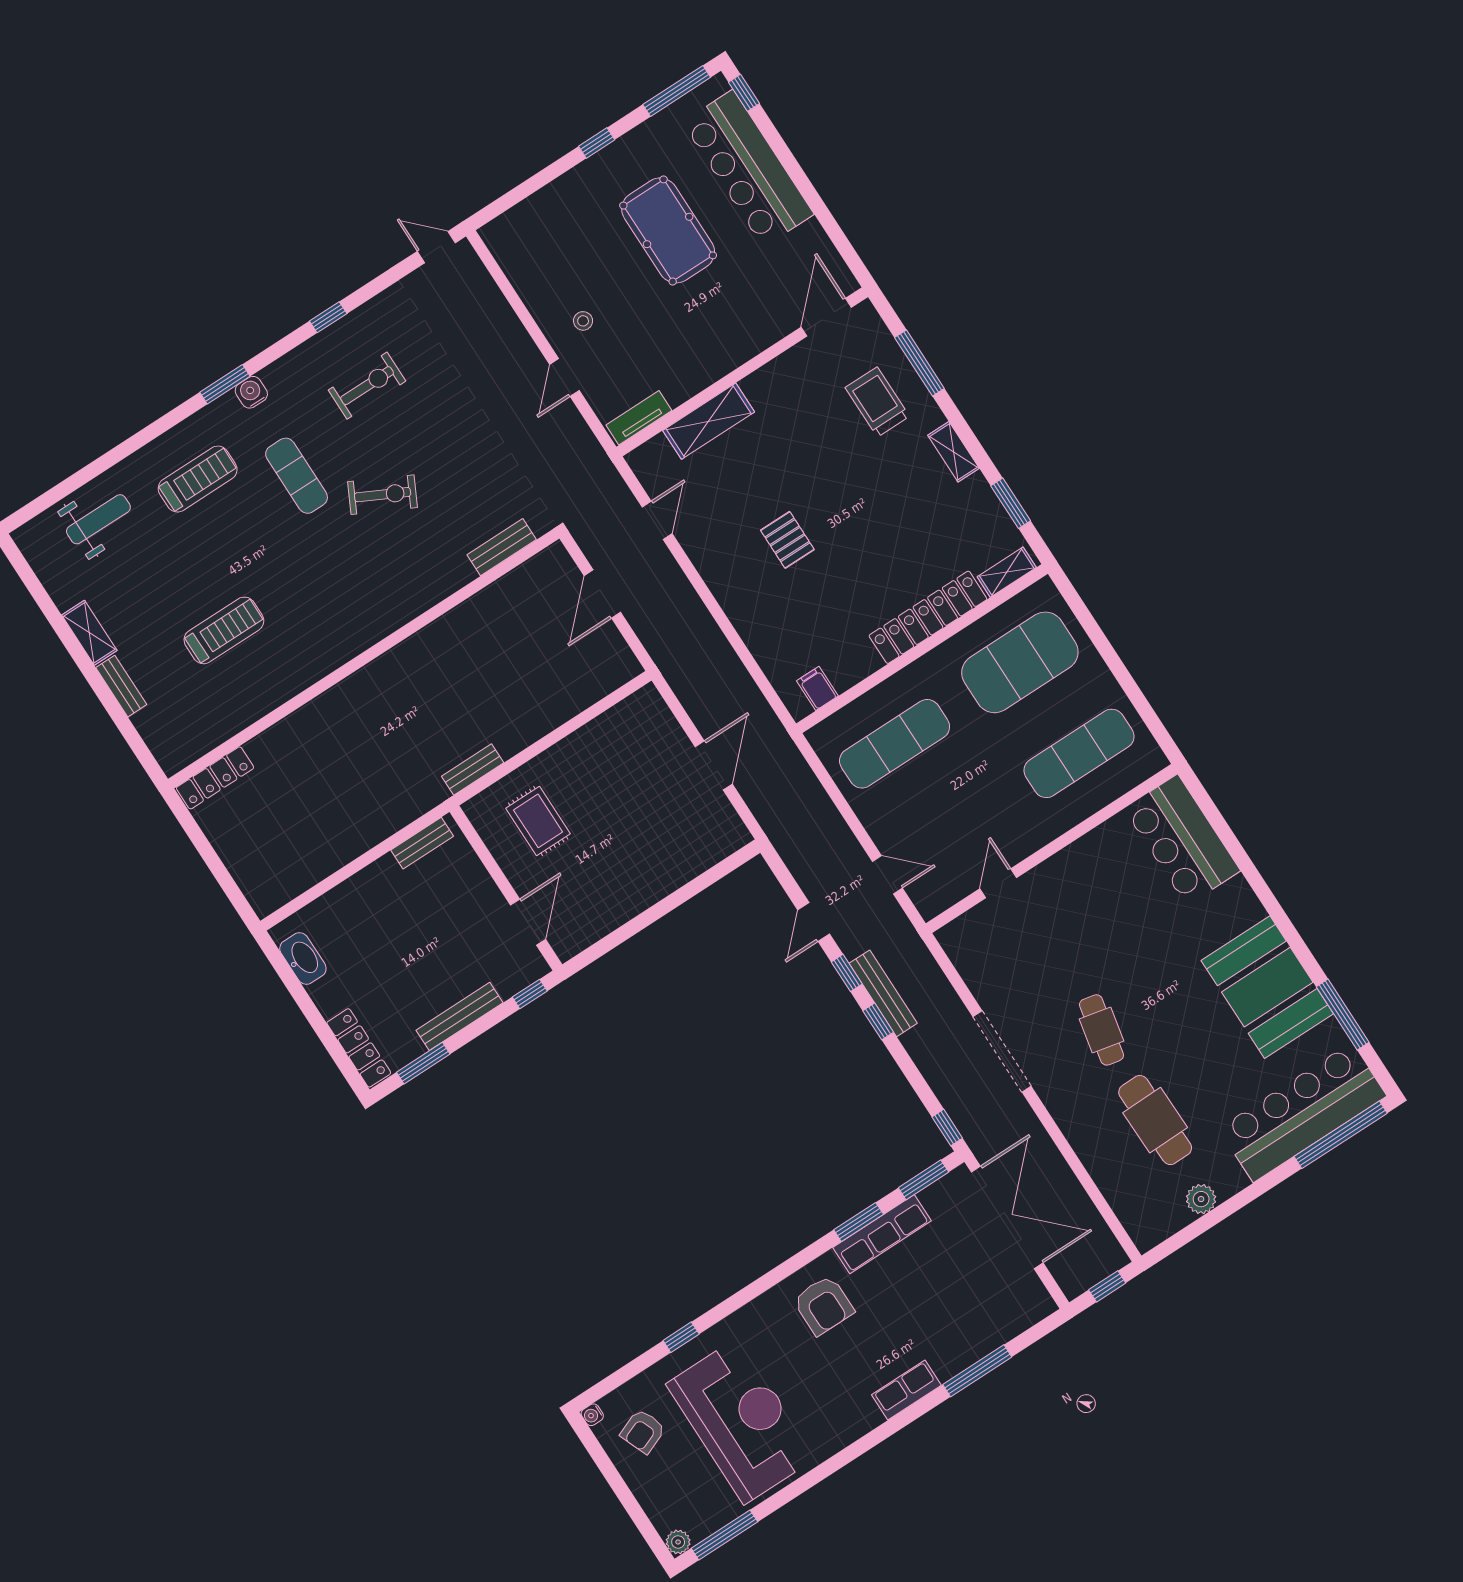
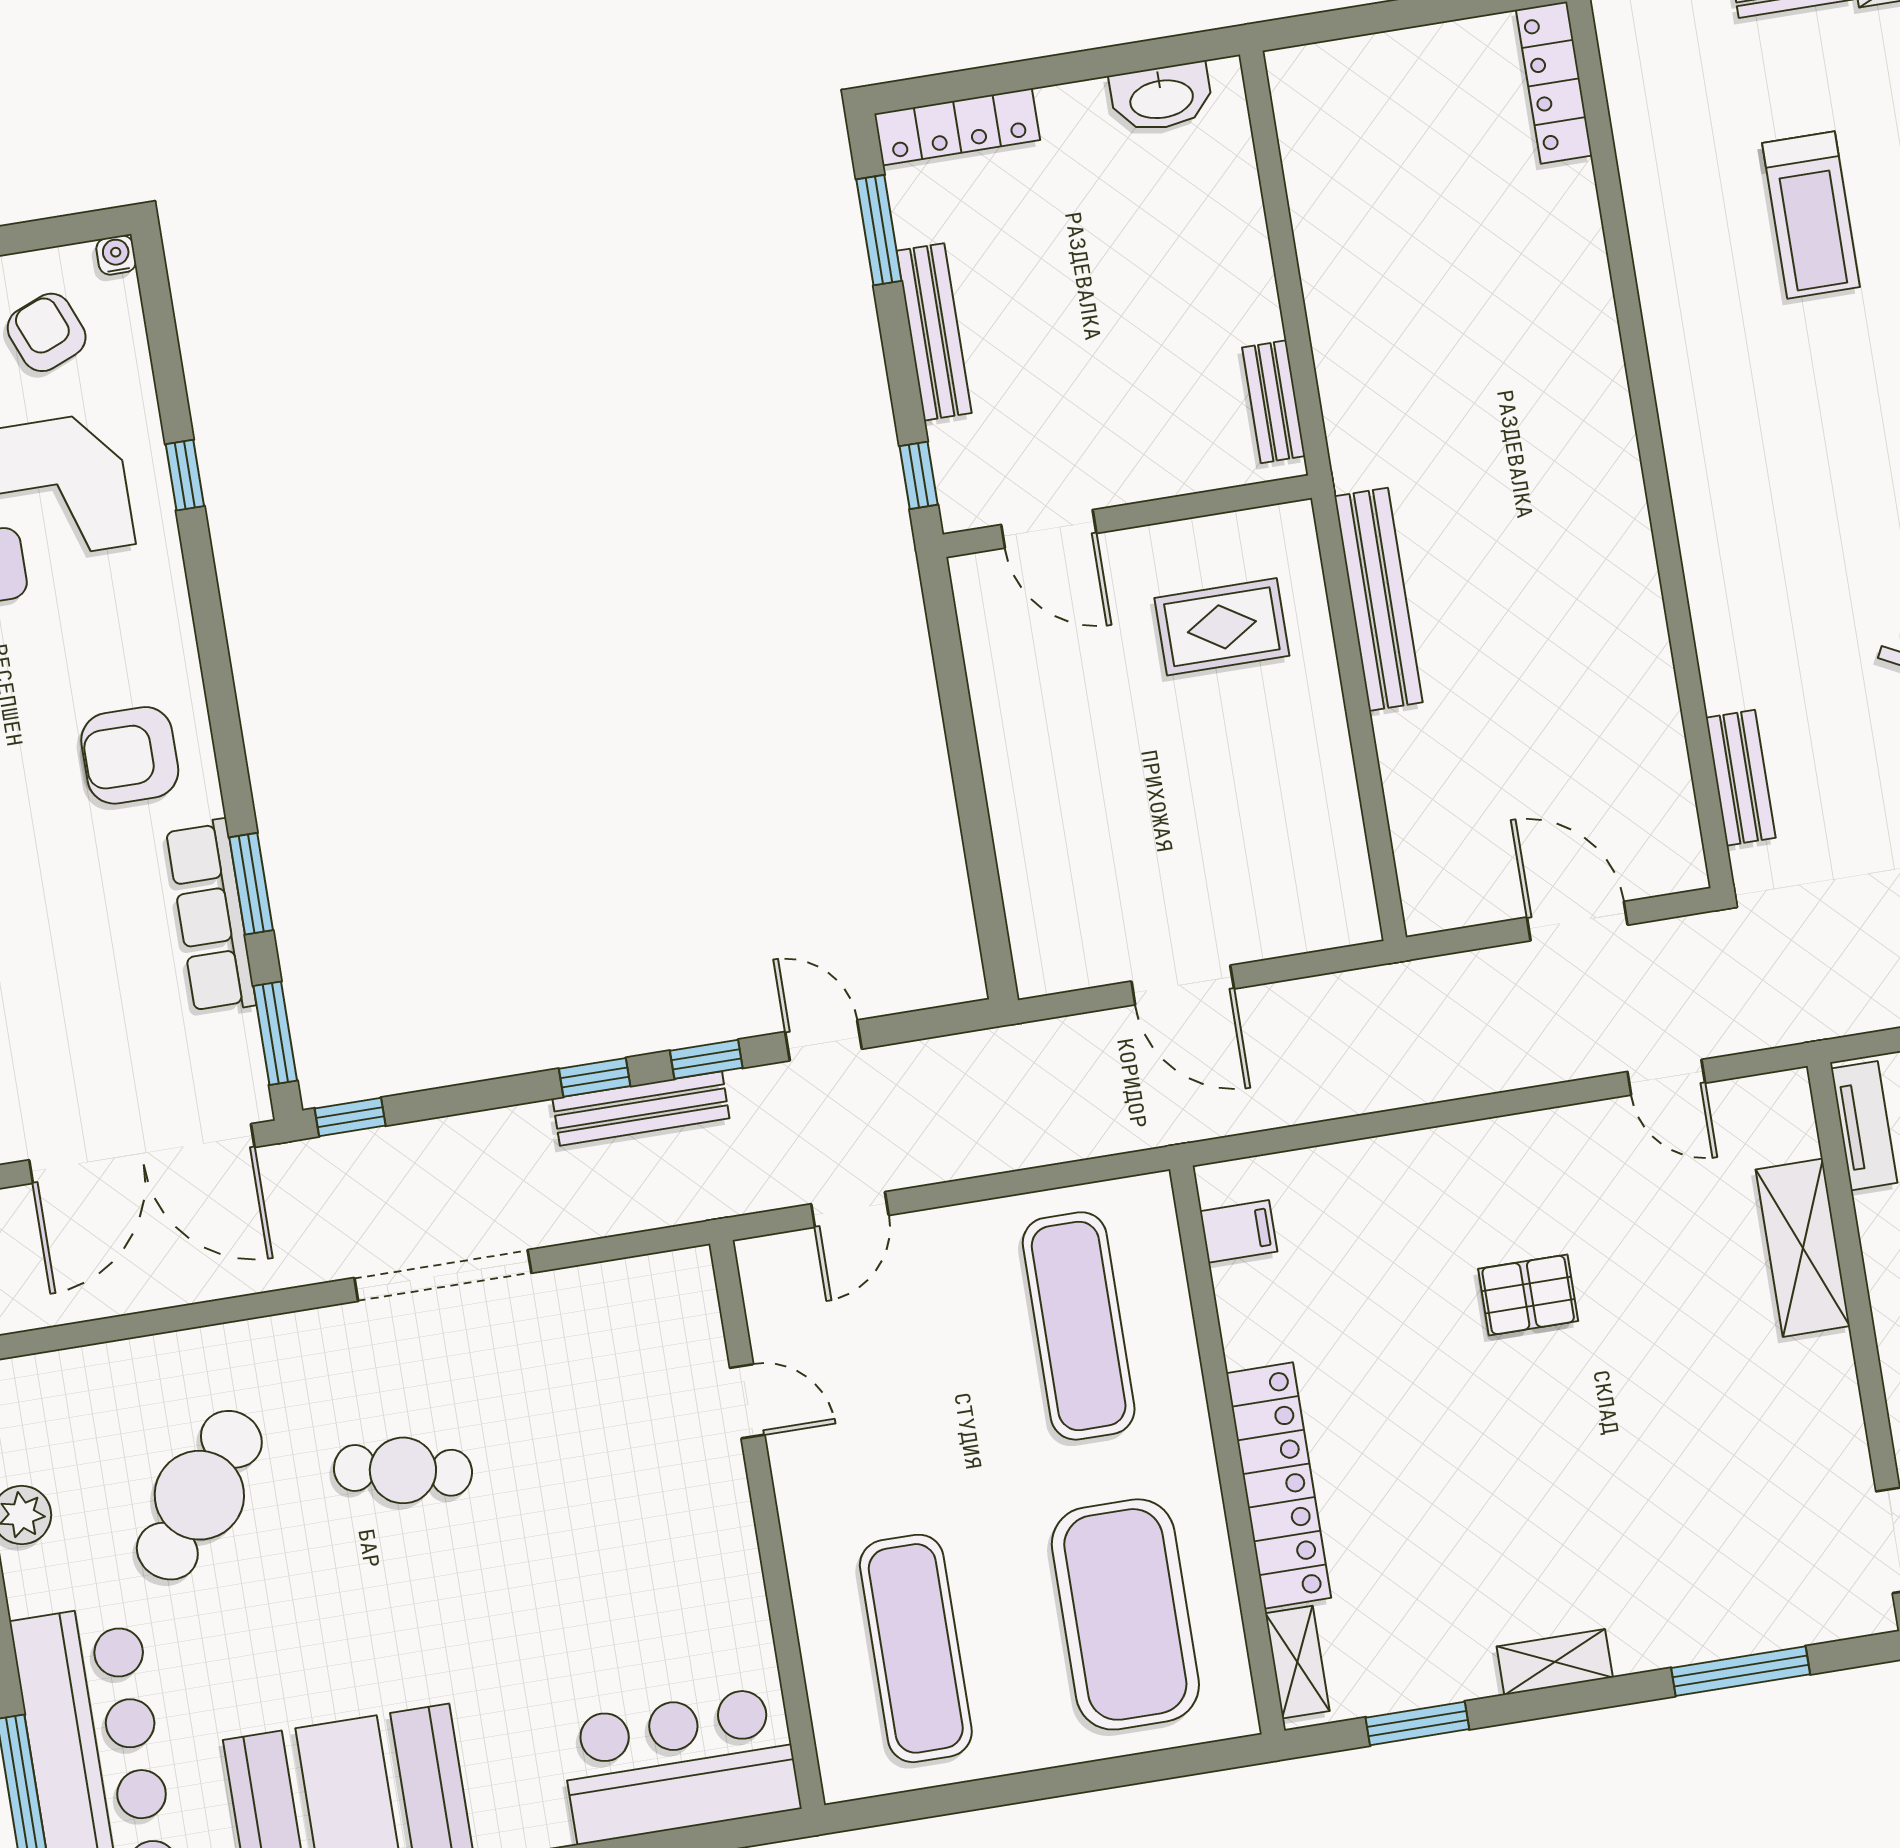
trolley: (877, 402) -> (1704, 1565), removed
bench: (473, 769) -> (1379, 599), width x1.86, depth x1.21
cafe table: (1155, 1120) -> (199, 1495), turned -50

